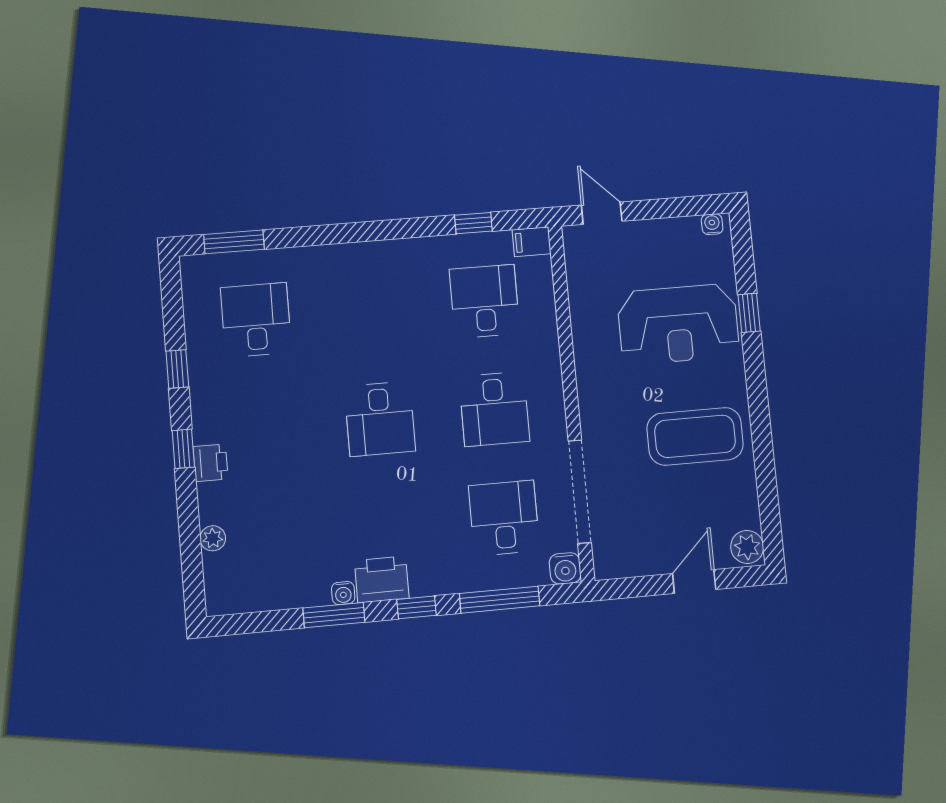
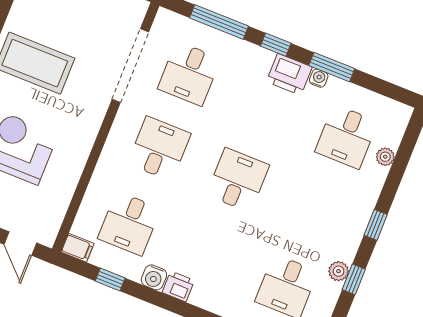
plant: (201, 370) -> (339, 271), added
printer: (211, 463) -> (178, 286), moved, turned 90
desk: (273, 539) -> (346, 137), added
water cooler: (565, 568) -> (154, 277), moved, turned 180

